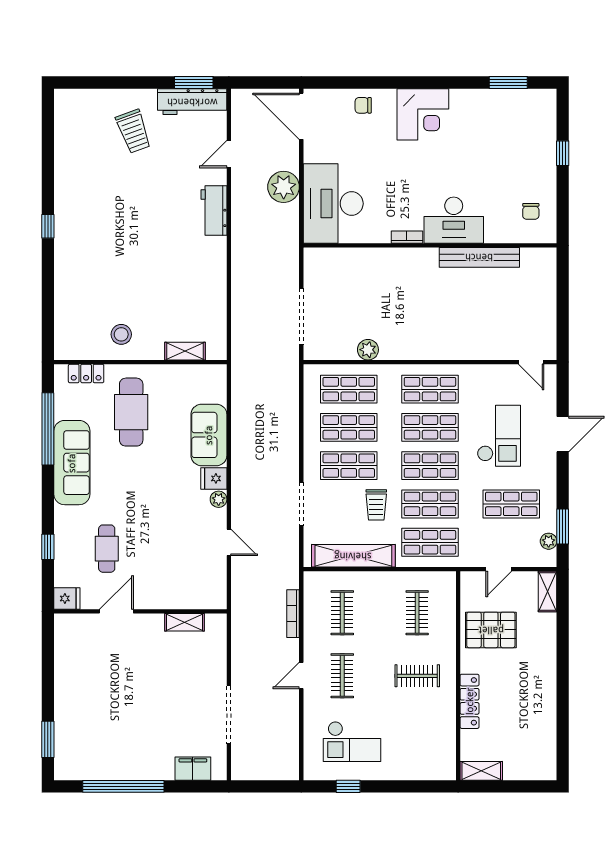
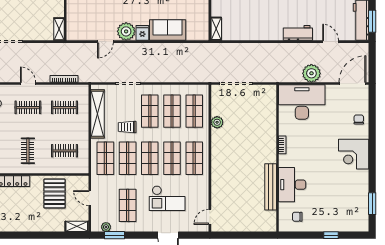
desk: (454, 220) -> (292, 185), moved
shelving: (185, 351) -> (216, 29), moved
plant: (219, 499) -> (126, 31), width x1.88, depth x1.88
shelving: (185, 622) -> (59, 29), moved

